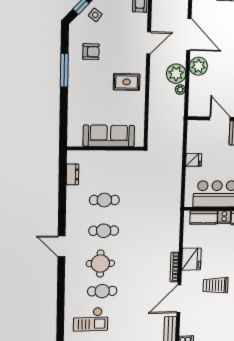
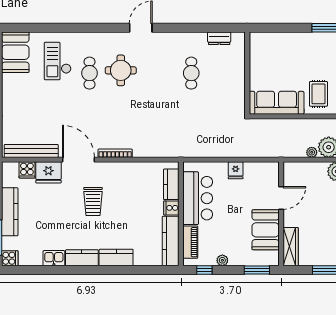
sofa: (109, 136) -> (277, 103), moved, turned -90
cafe table: (104, 231) -> (157, 73), removed
fridge: (191, 259) -> (48, 172), moved
trolley: (216, 285) -> (93, 202), turned 180

